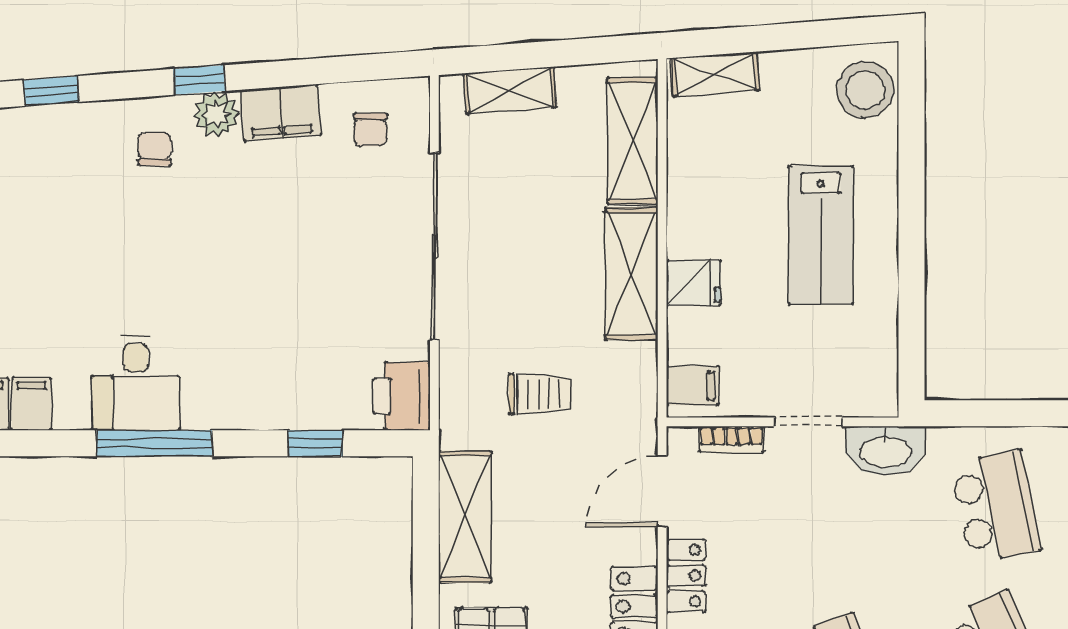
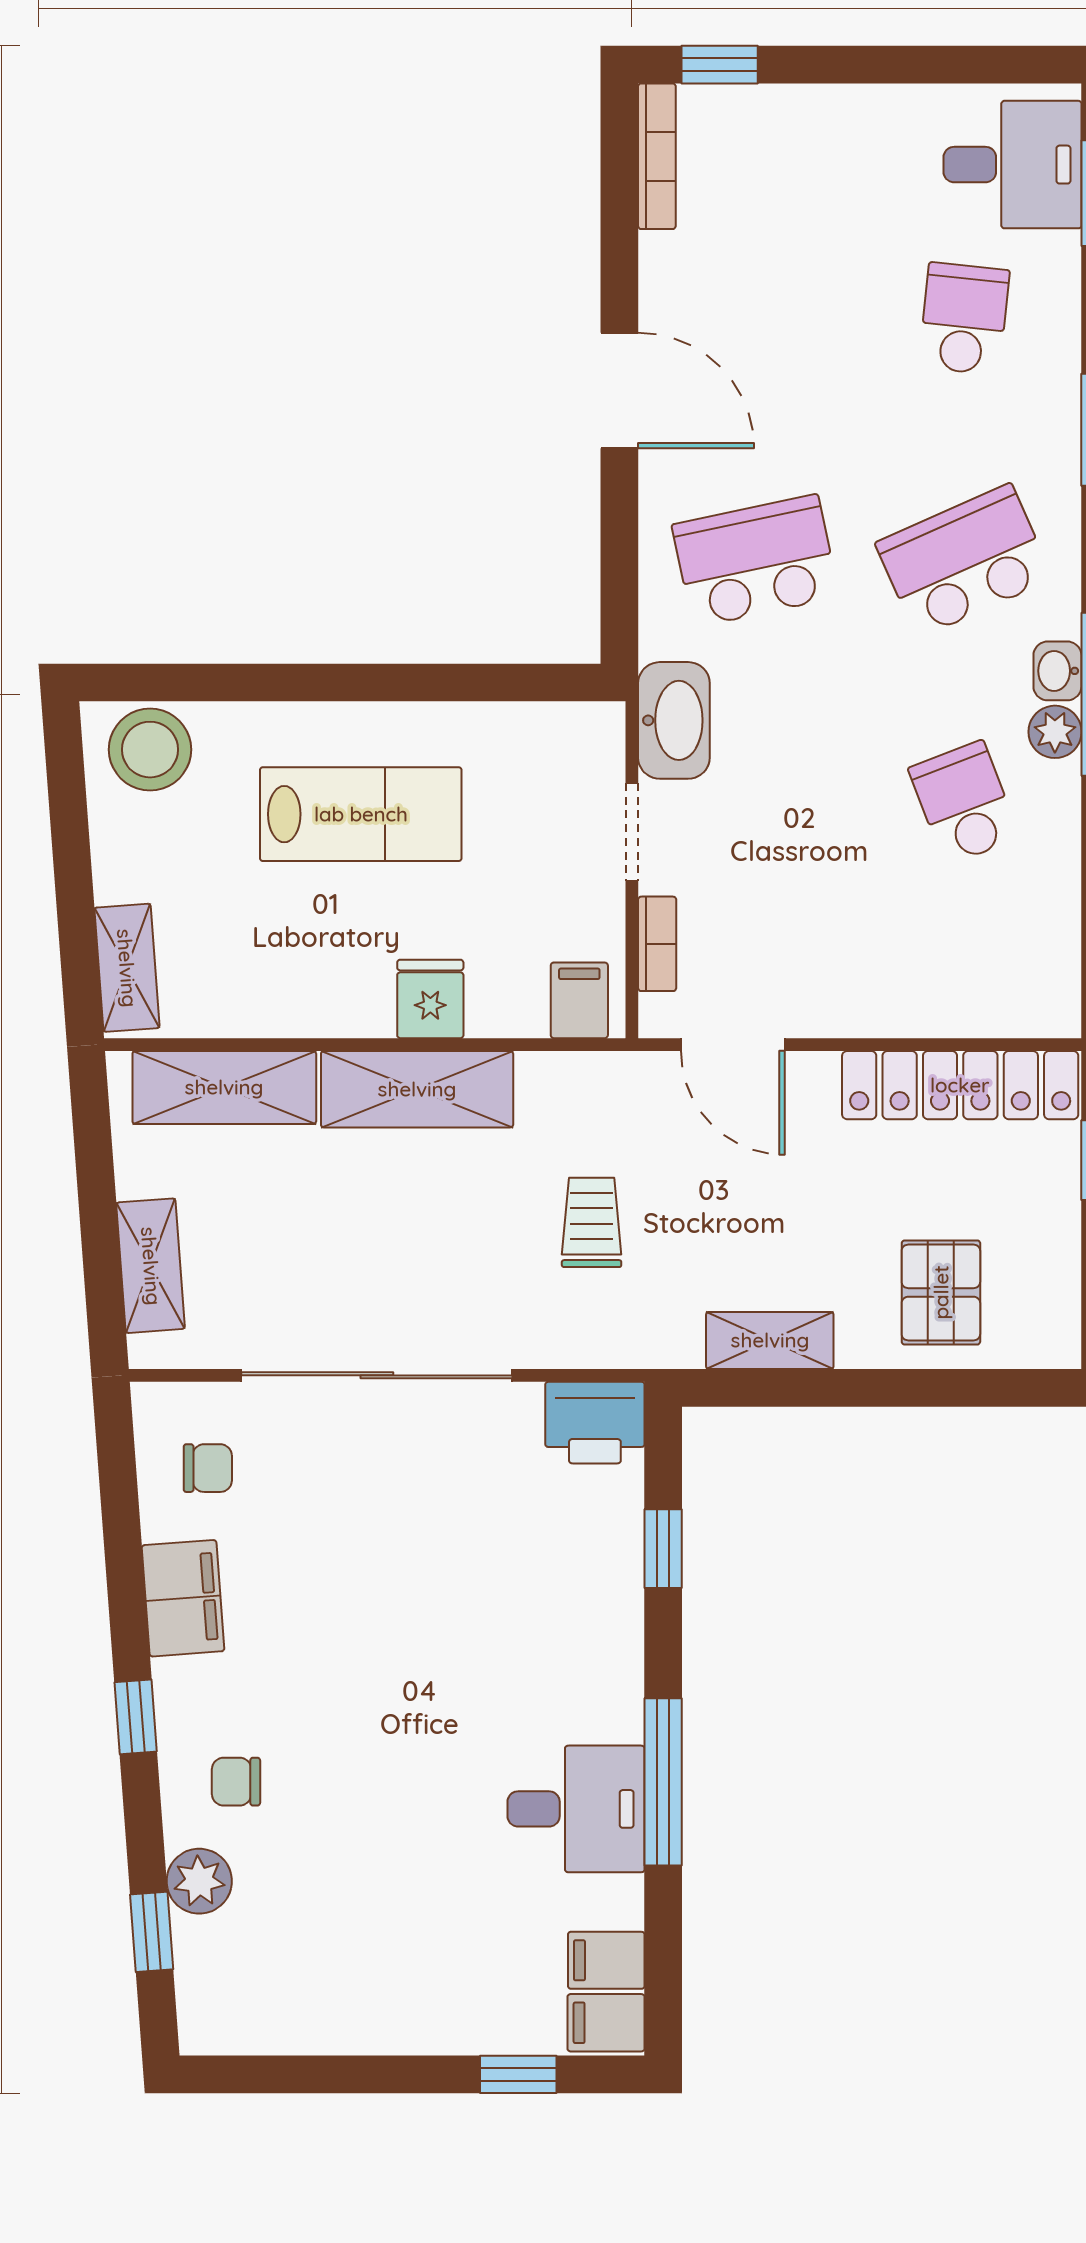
plant: (216, 114) -> (199, 1881), moved
shelving: (465, 517) -> (770, 1340), width x0.67, depth x0.75
locker: (686, 576) -> (855, 1010), removed

